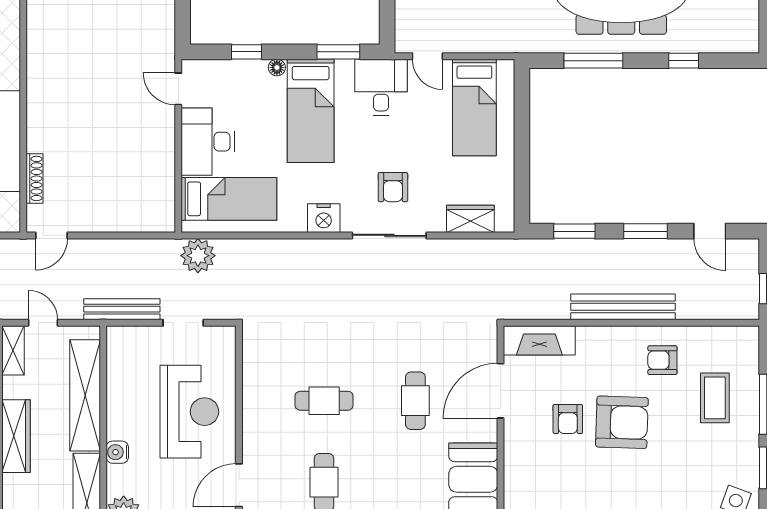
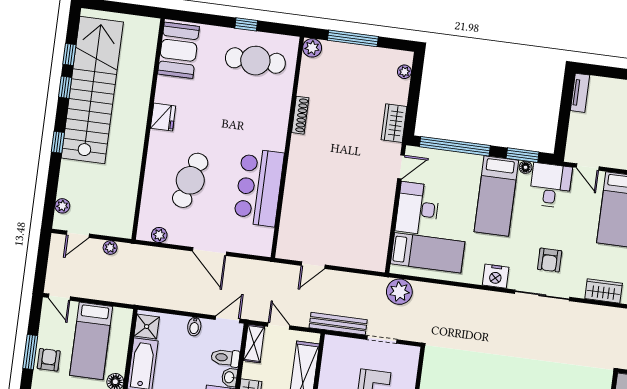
wardrobe: (161, 32) -> (394, 123), added
window: (247, 52) -> (455, 146), width x3.17
floor lamp: (277, 67) -> (526, 167), moved
door: (178, 89) -> (401, 167), swing flipped
shoe rack: (35, 178) -> (300, 115), moved
door: (52, 235) -> (313, 265), moved

